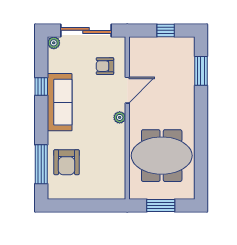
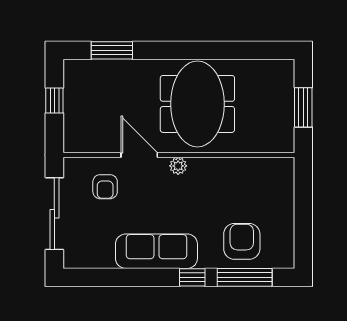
plant: (54, 43) -> (72, 260), removed
window: (41, 87) -> (192, 277), moved
meeting table: (162, 156) -> (197, 104), moved
armchair: (67, 162) -> (242, 241), turned -90

